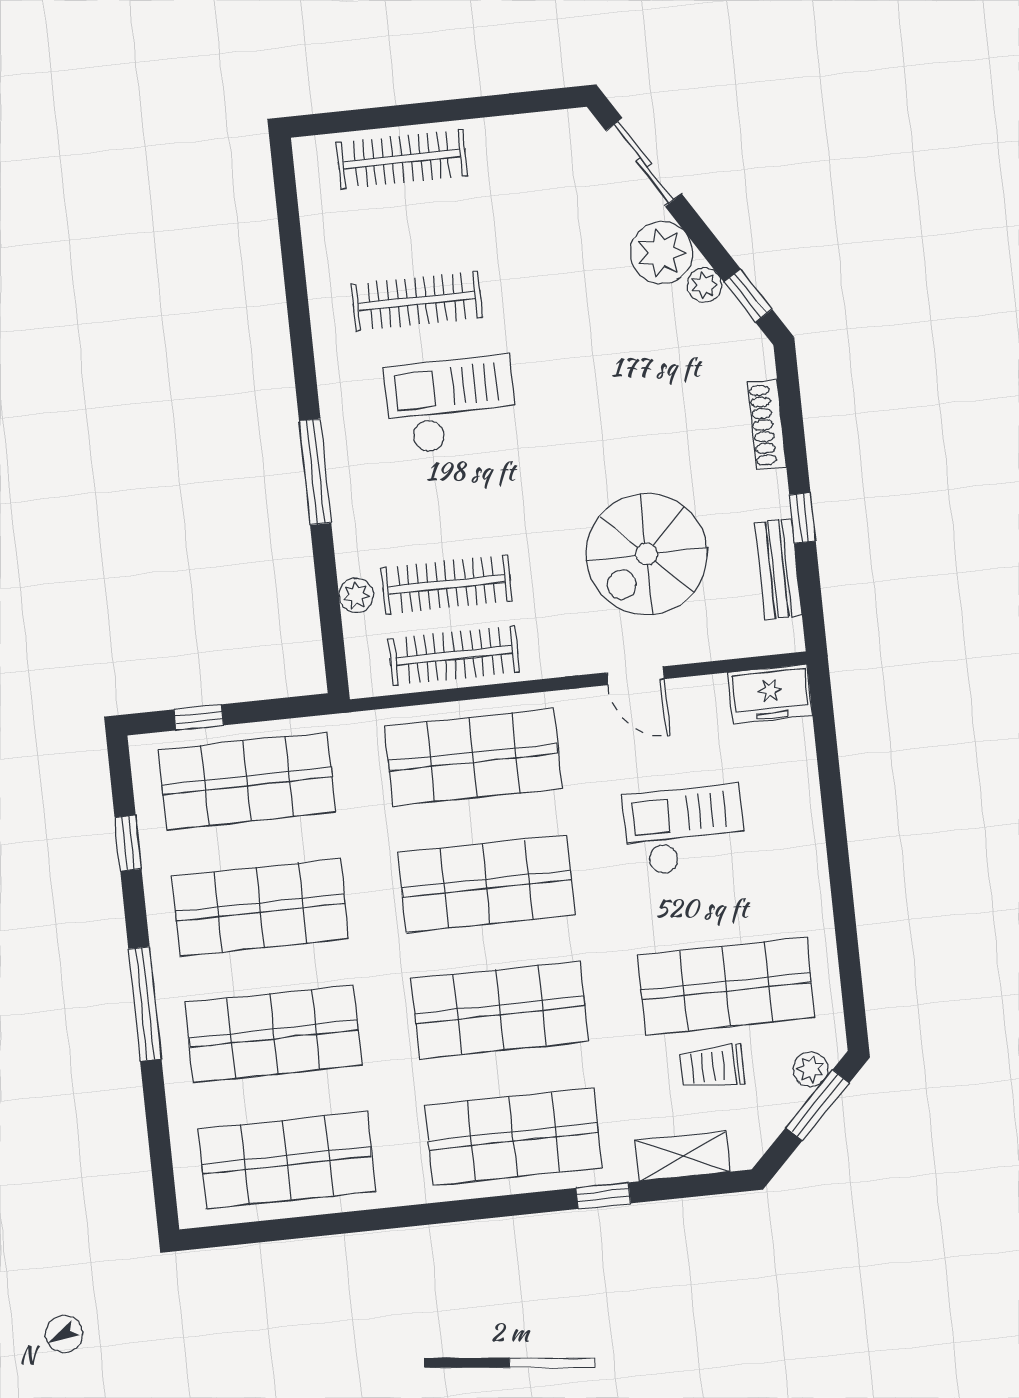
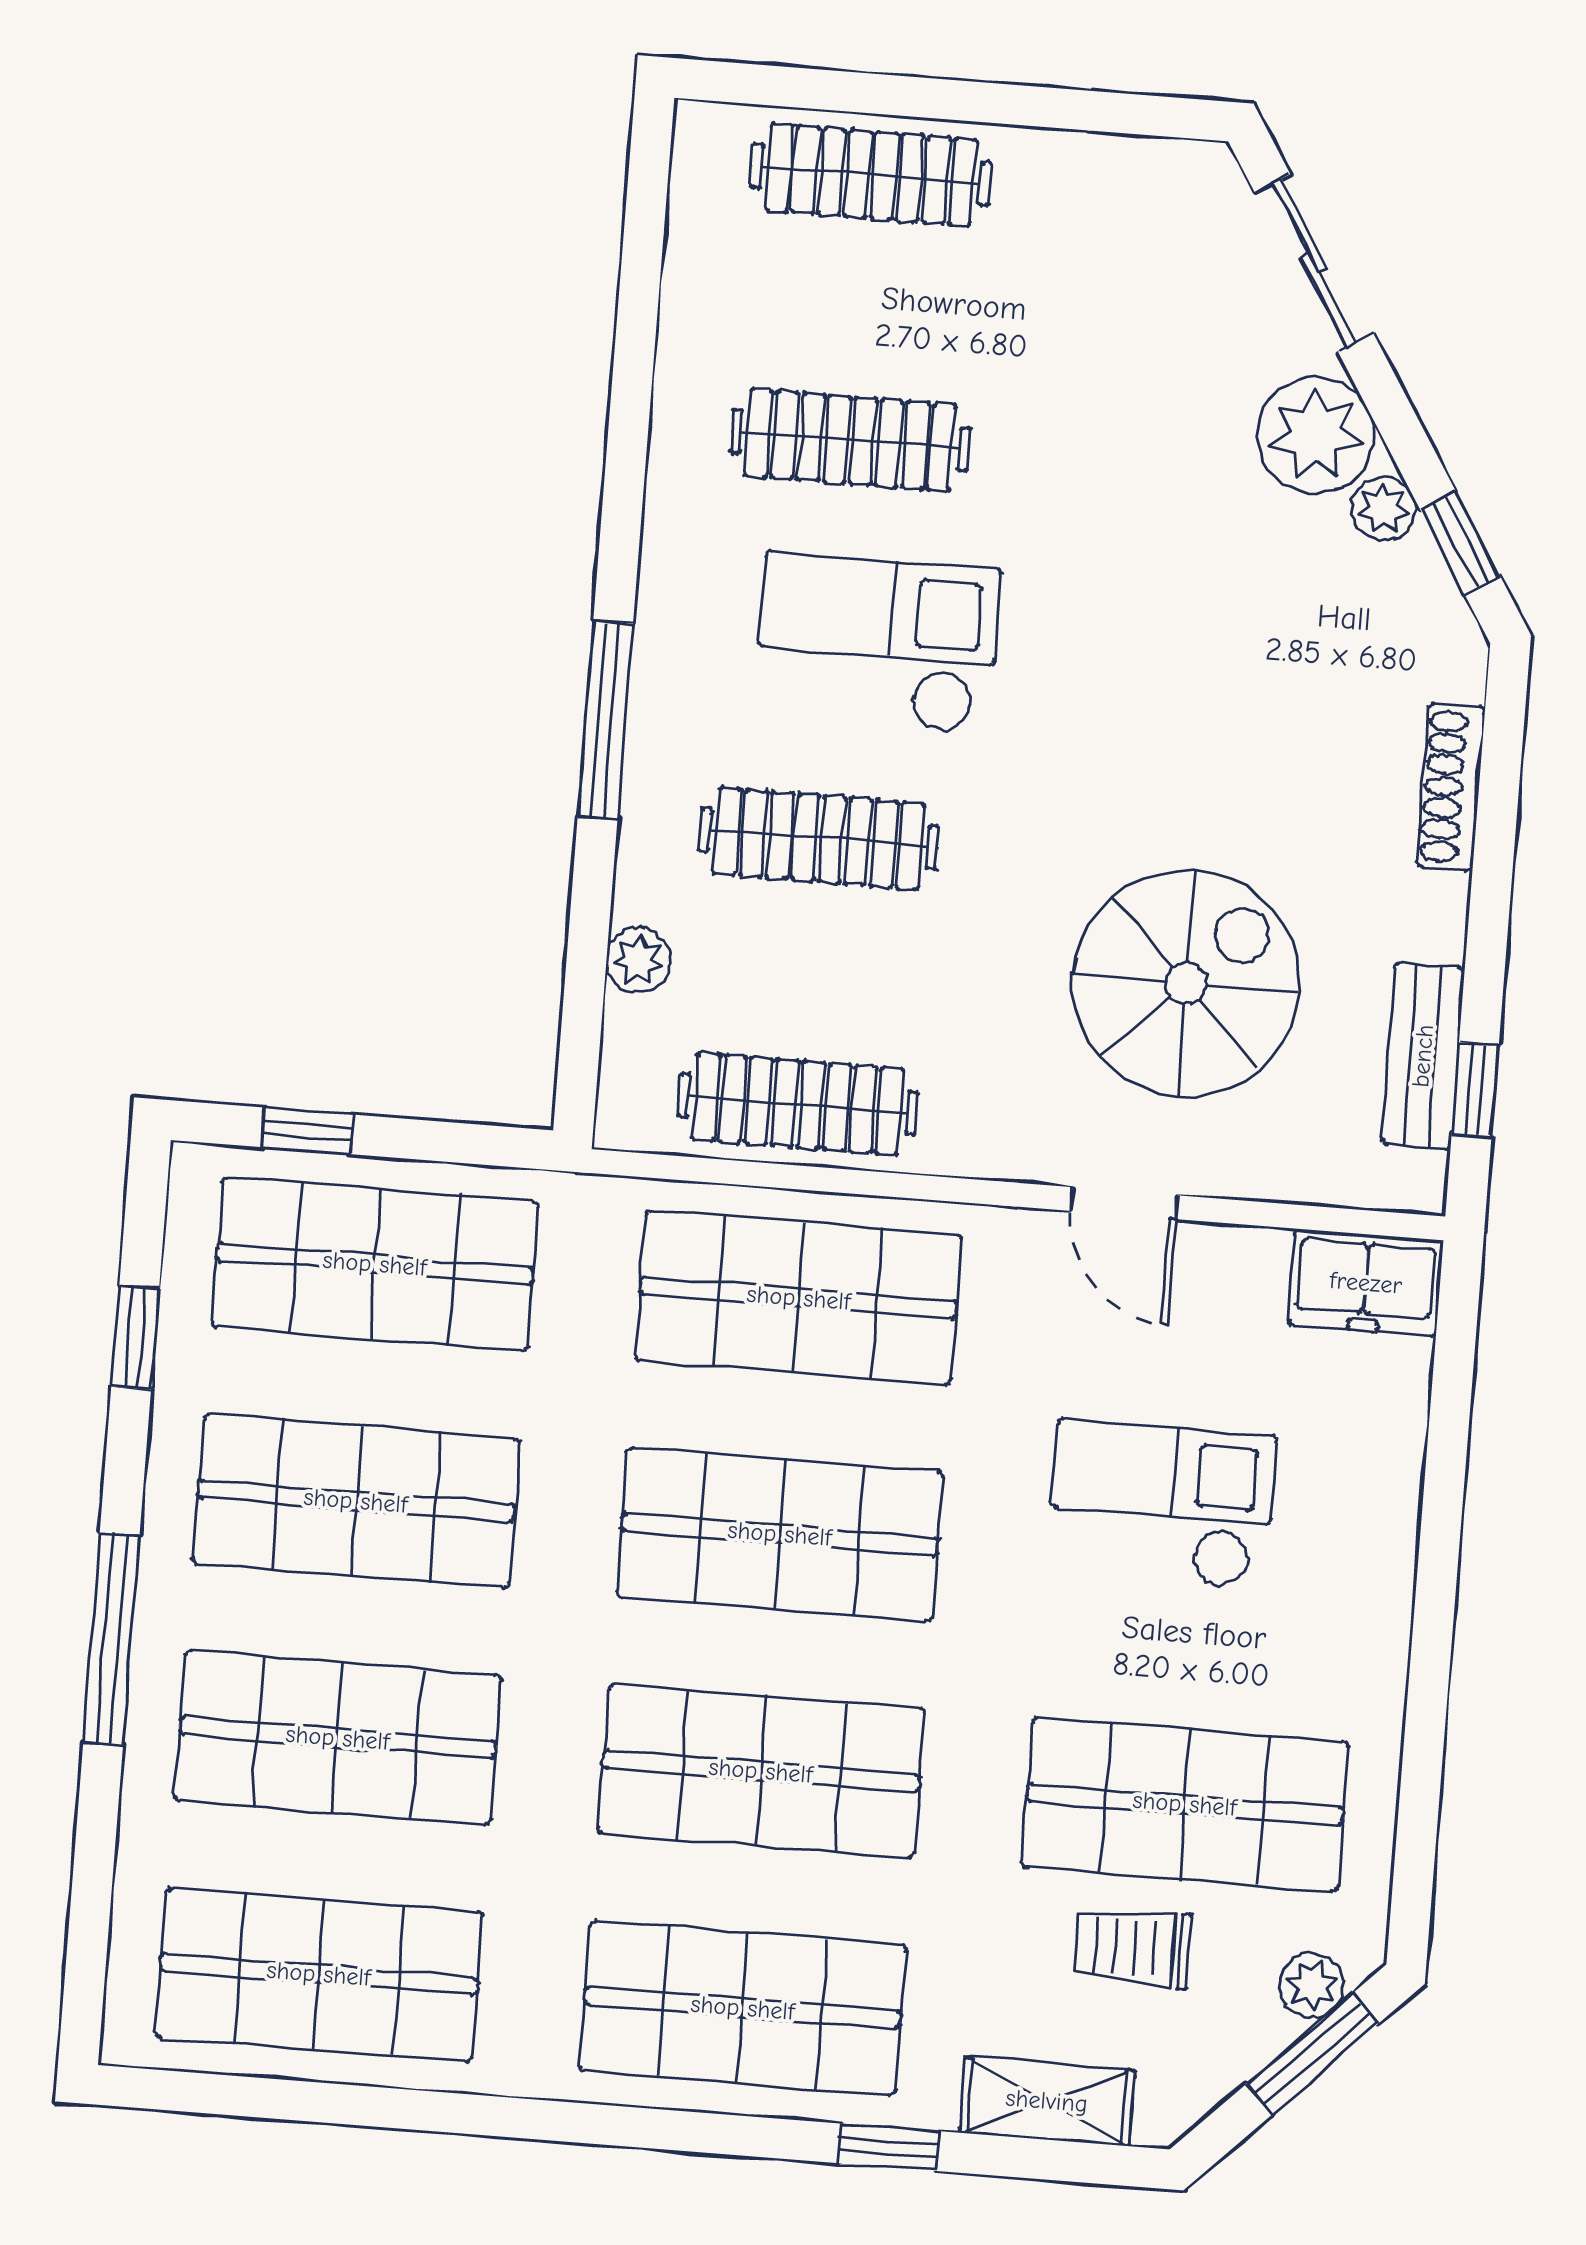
window: (802, 518) -> (1475, 1089), moved
spiral stairs: (646, 554) -> (1186, 983), turned 180
clothes rail: (447, 585) -> (819, 839), moved

